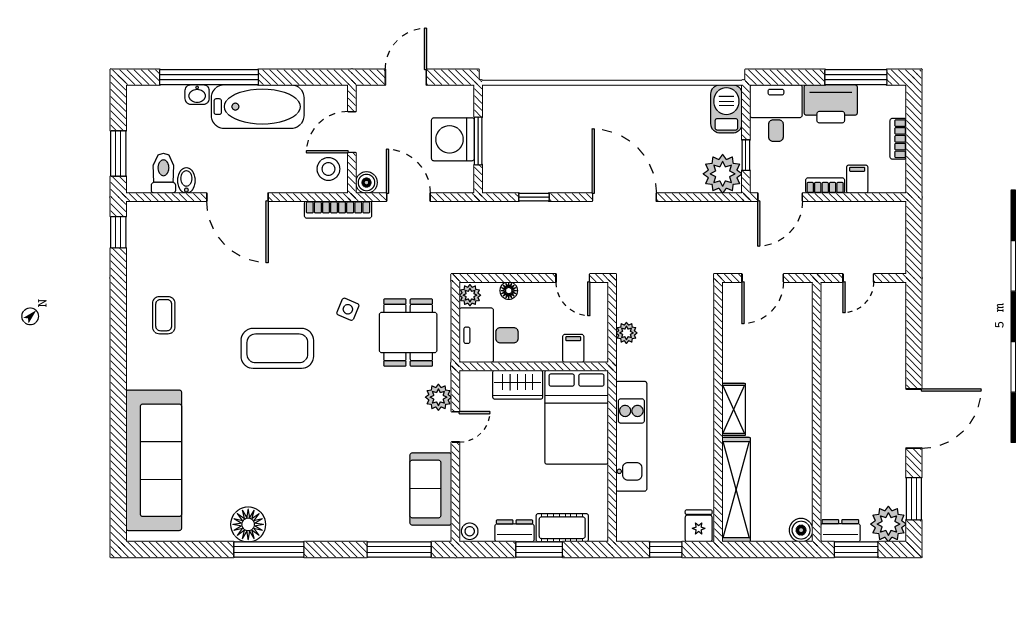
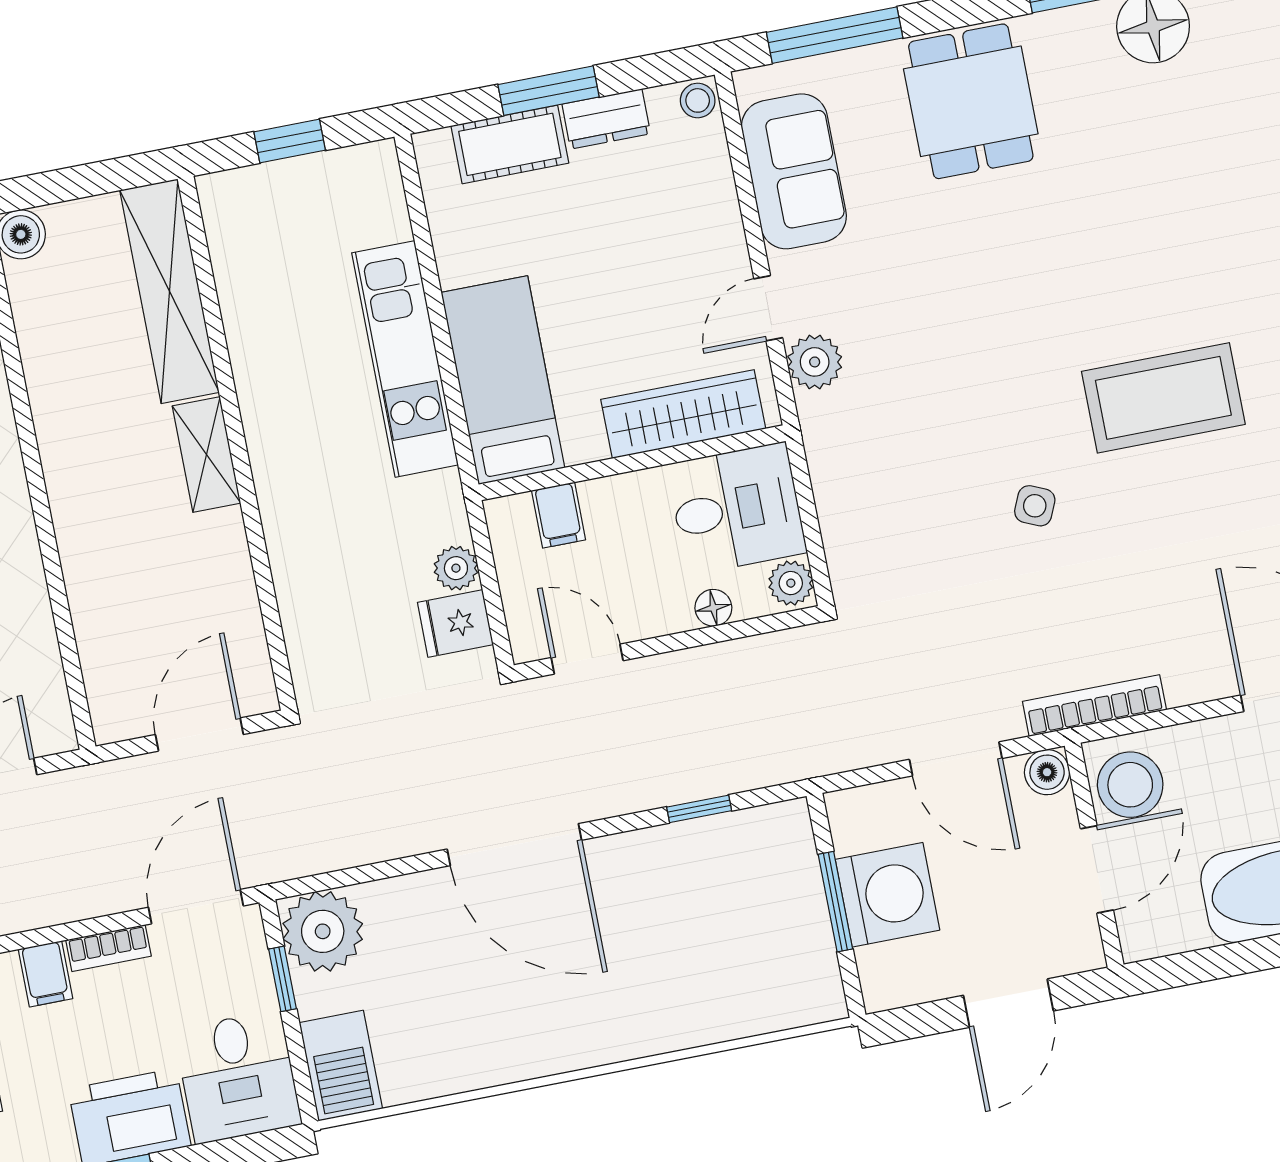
stool: (328, 169) -> (1130, 785), width x1.38, depth x1.38
dining table: (408, 333) -> (971, 101), moved
wardrobe: (518, 385) -> (683, 414), width x1.50
bed: (577, 417) -> (503, 380), width x0.67
fridge: (699, 526) -> (455, 624), moved, turned 90

